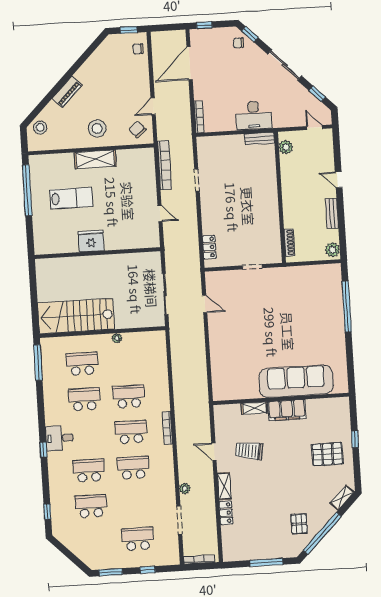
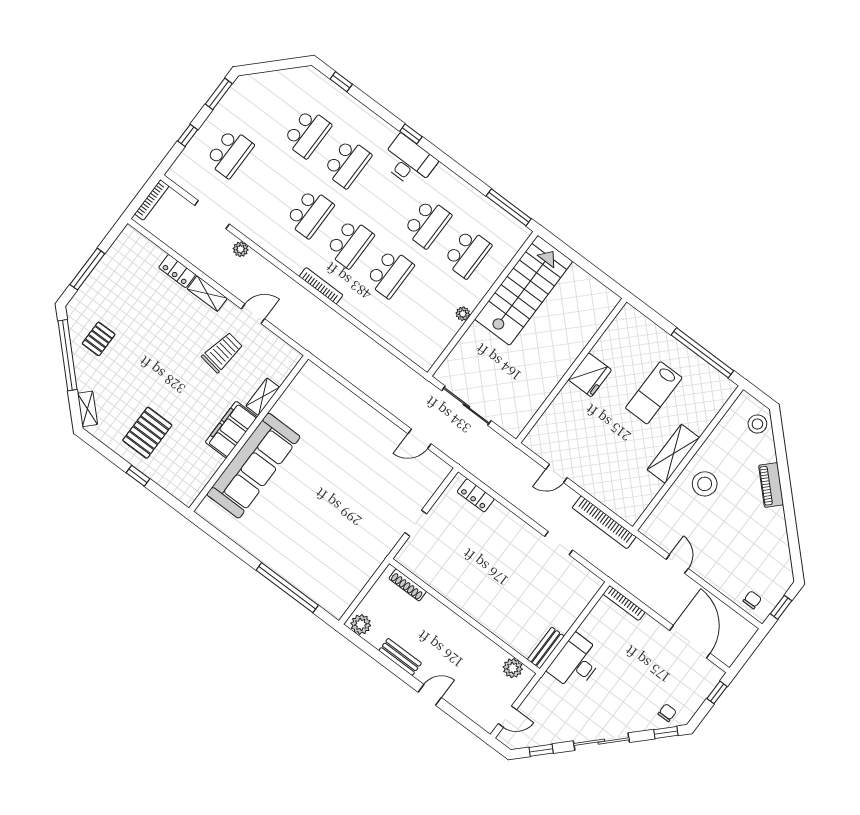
chair: (137, 129) -> (667, 526), removed
desk: (59, 438) -> (409, 161), width x1.37
pallet: (299, 524) -> (99, 339), turned 90

